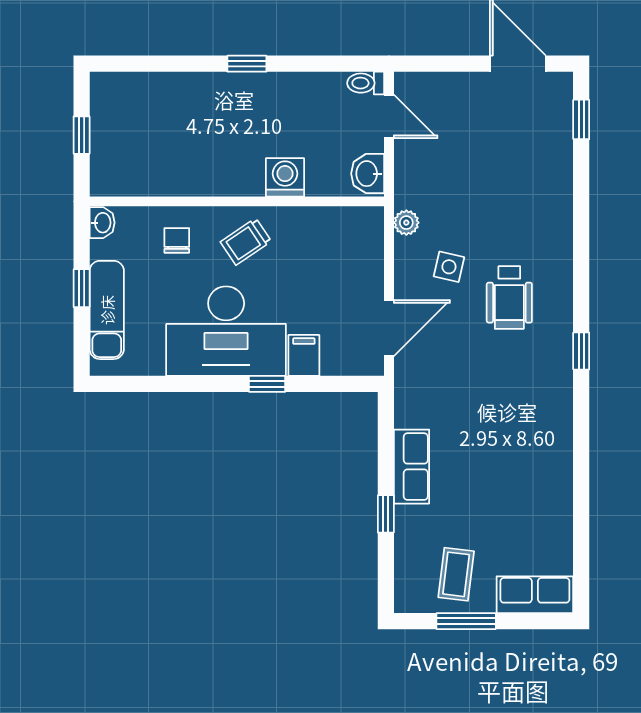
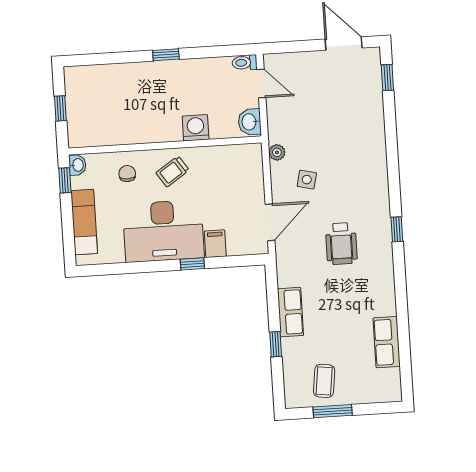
window: (82, 288) -> (65, 180), moved
wheelchair: (509, 298) -> (341, 244), moved
row of seats: (535, 595) -> (387, 342), moved, turned -90

